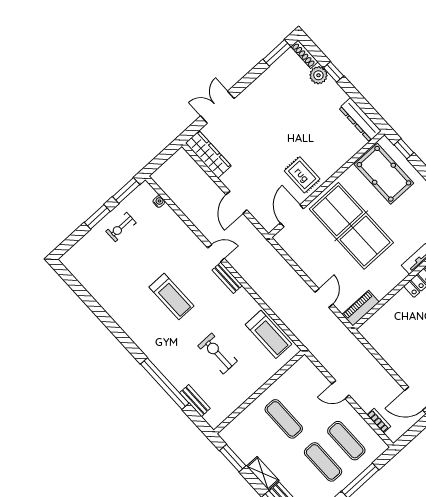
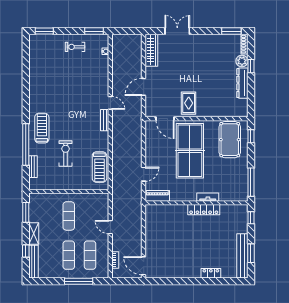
dresser: (360, 120) -> (242, 83), moved
door: (292, 216) -> (165, 119), swing flipped
window: (97, 217) -> (44, 31), moved
treadmill: (172, 296) -> (42, 128), moved, turned 180

